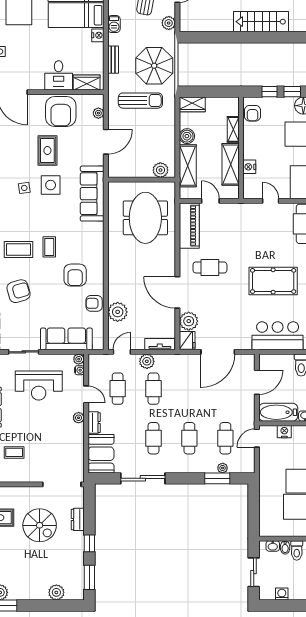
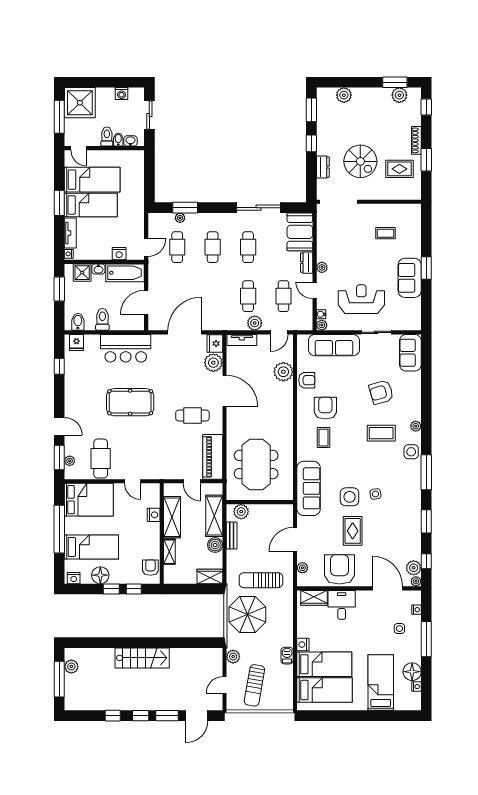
bench: (113, 60) -> (232, 535), moved
coffee table: (49, 247) -> (323, 438), moved
spiral stairs: (40, 525) -> (360, 161), turned 180

